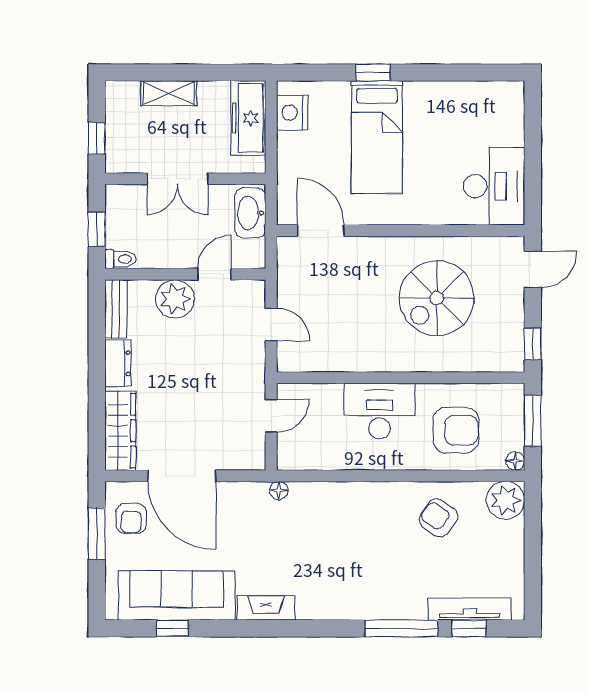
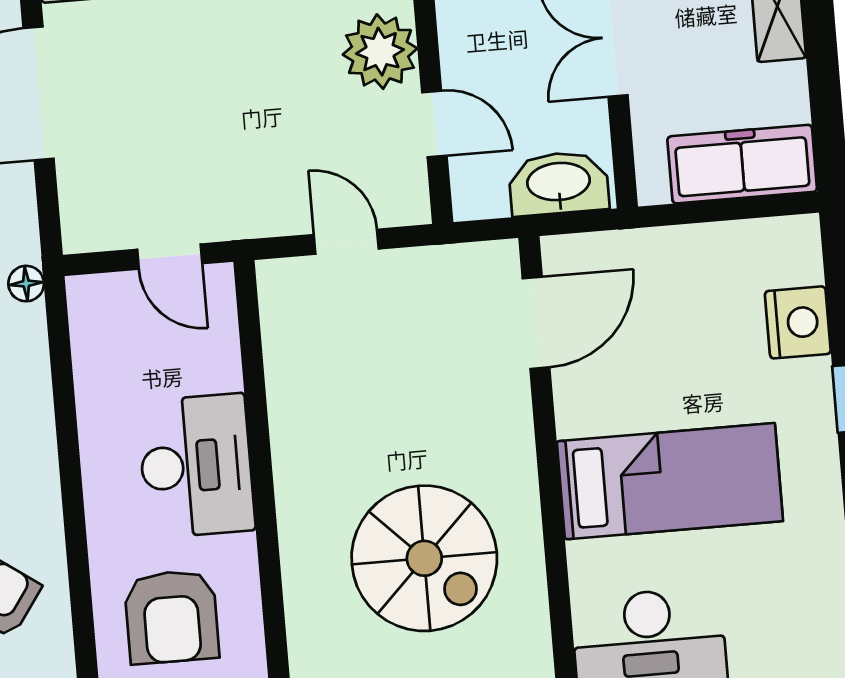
nightstand: (292, 113) -> (798, 322), moved, turned 90
bed: (377, 137) -> (670, 481), moved, turned 180
spiral stairs: (437, 298) -> (424, 558), turned 180
door: (271, 324) -> (346, 242), swing flipped

